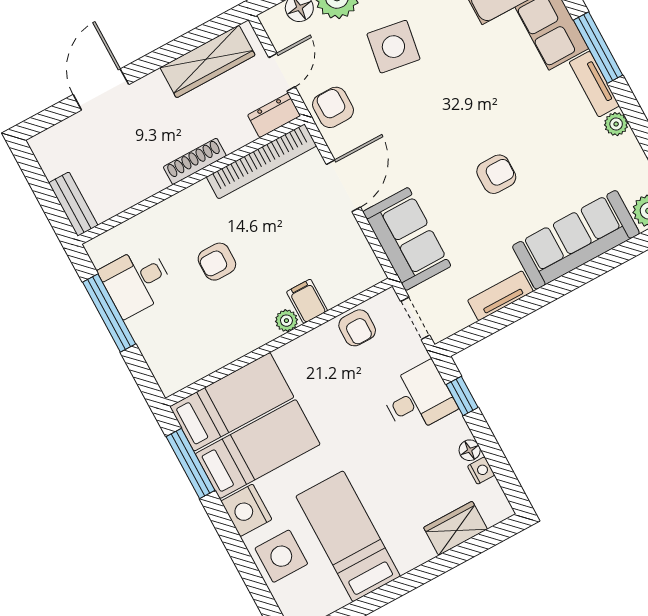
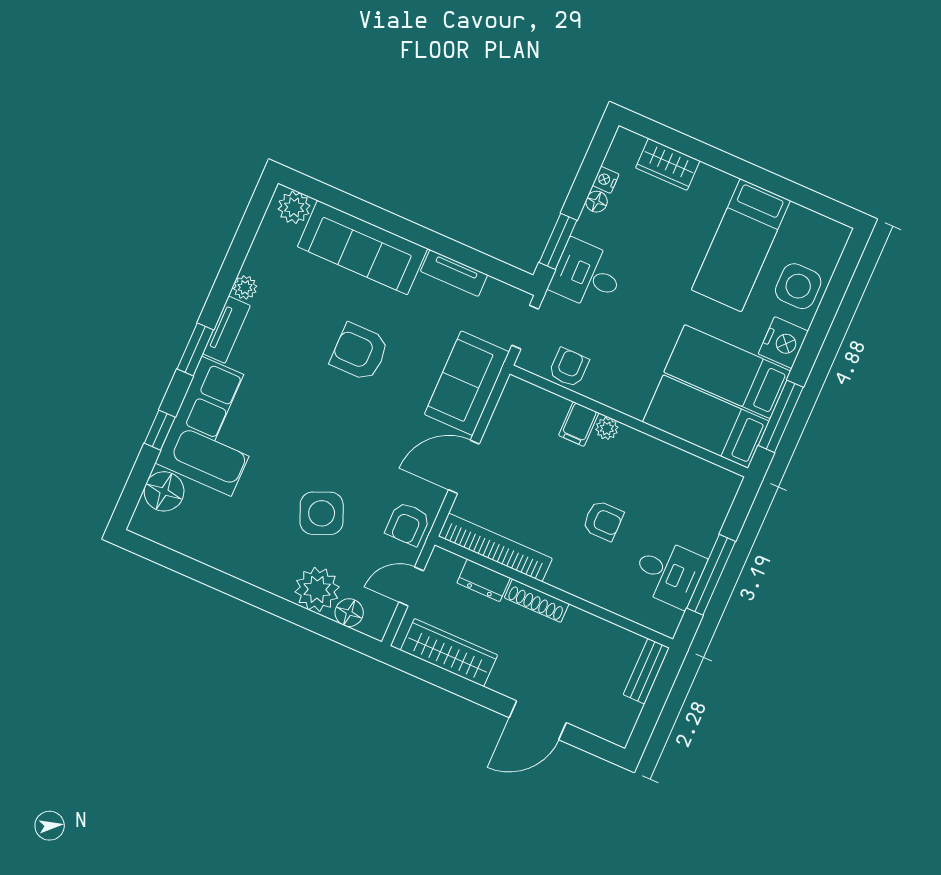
side table: (393, 47) -> (322, 513), turned -32
window: (598, 48) -> (195, 349), width x0.69
dresser: (274, 115) -> (484, 580), moved
armchair: (496, 174) -> (360, 352), width x1.38, depth x1.38
window: (462, 396) -> (558, 241), width x1.50

